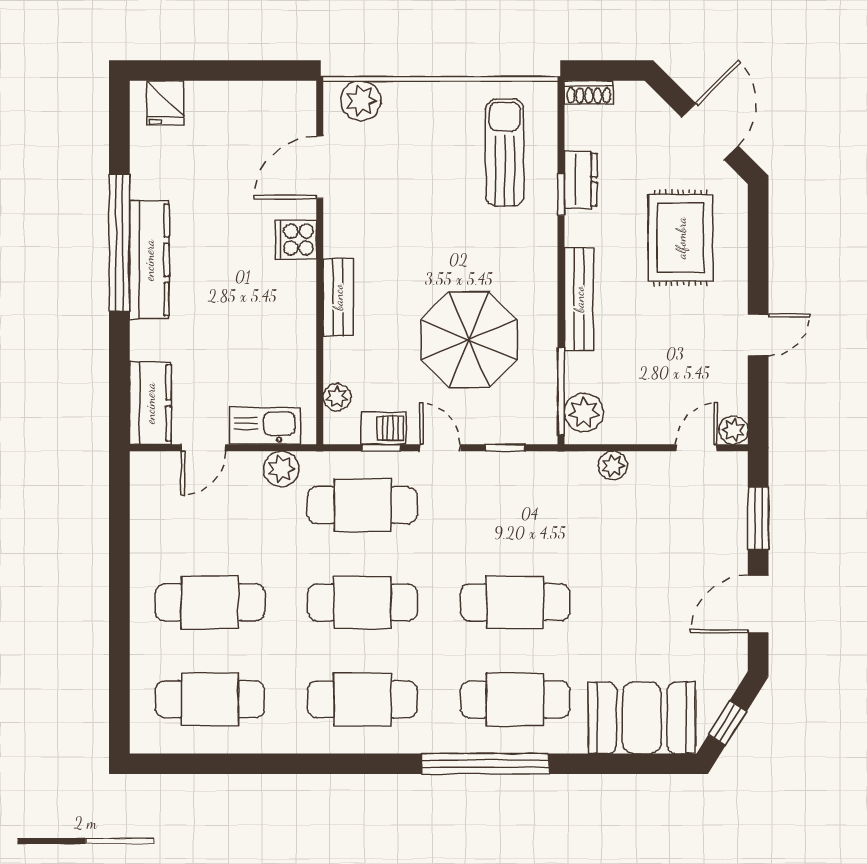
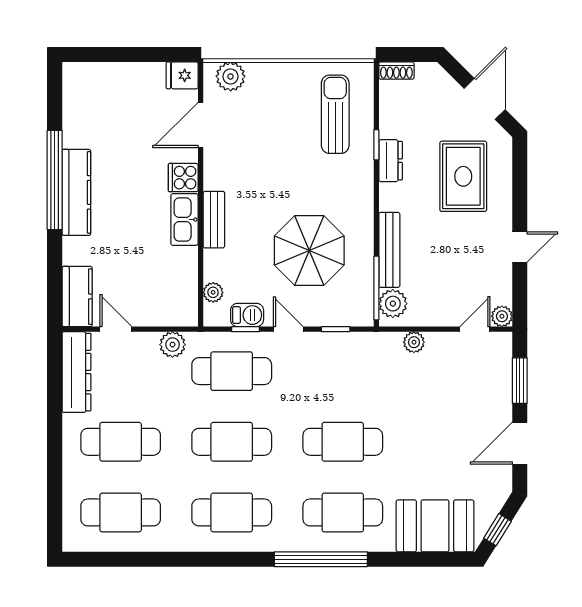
fridge: (165, 103) -> (182, 75), moved, turned 90
dresser: (581, 180) -> (391, 161), moved
bench: (579, 299) -> (389, 250), moved
kitchen sink: (265, 426) -> (185, 220), moved, turned -90
door: (203, 448) -> (116, 329), swing flipped
dresser: (149, 507) -> (76, 372), added

